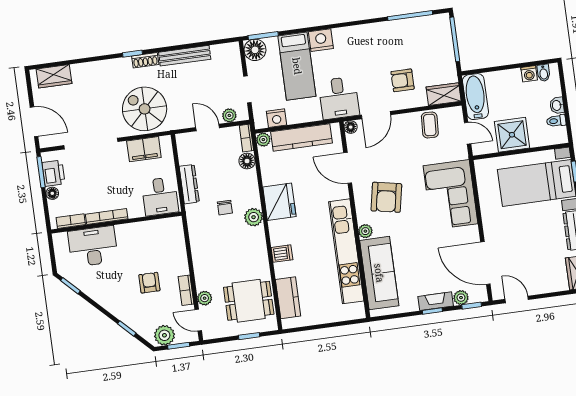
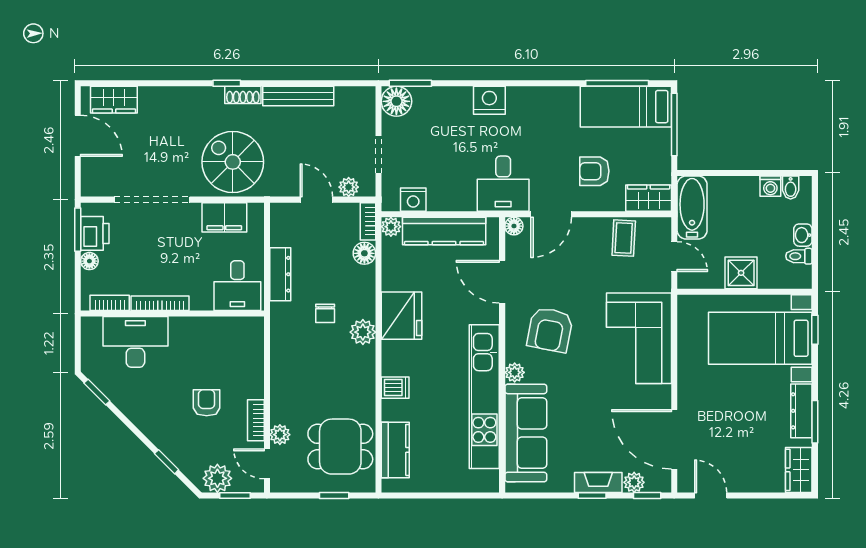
bed: (297, 66) -> (626, 107), moved, turned 90
door: (34, 122) -> (78, 136), moved
shower: (512, 135) -> (741, 273), width x0.73, depth x0.73

